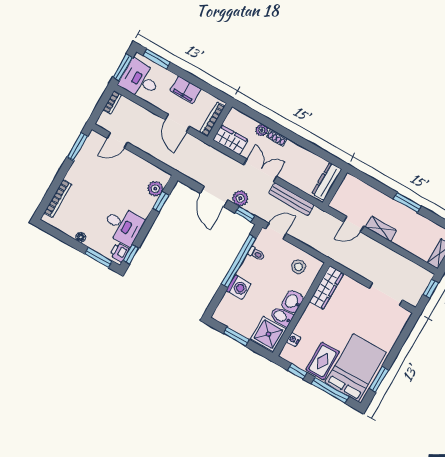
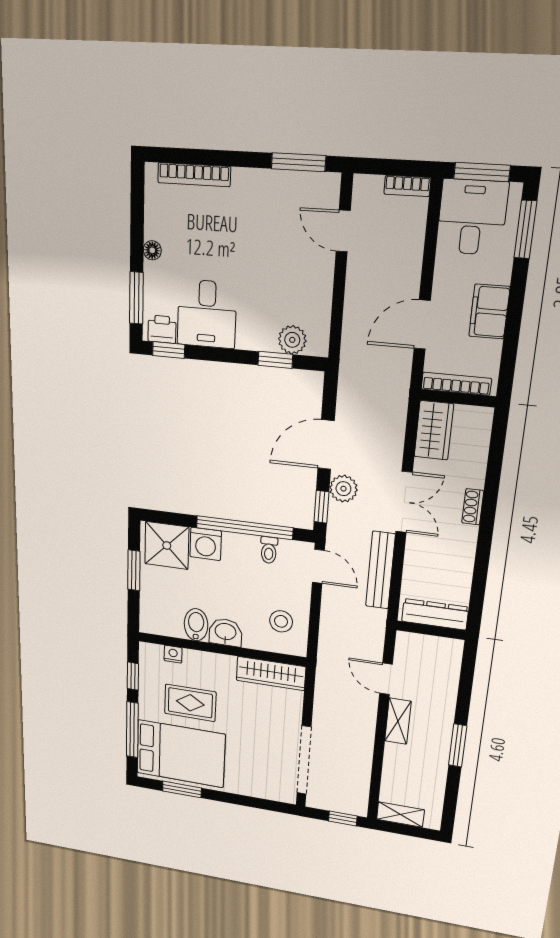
plant: (262, 130) -> (474, 476), removed
doorway: (386, 294) -> (304, 760), width x1.36
shower: (268, 334) -> (167, 545), moved
rug: (323, 361) -> (190, 703), moved

